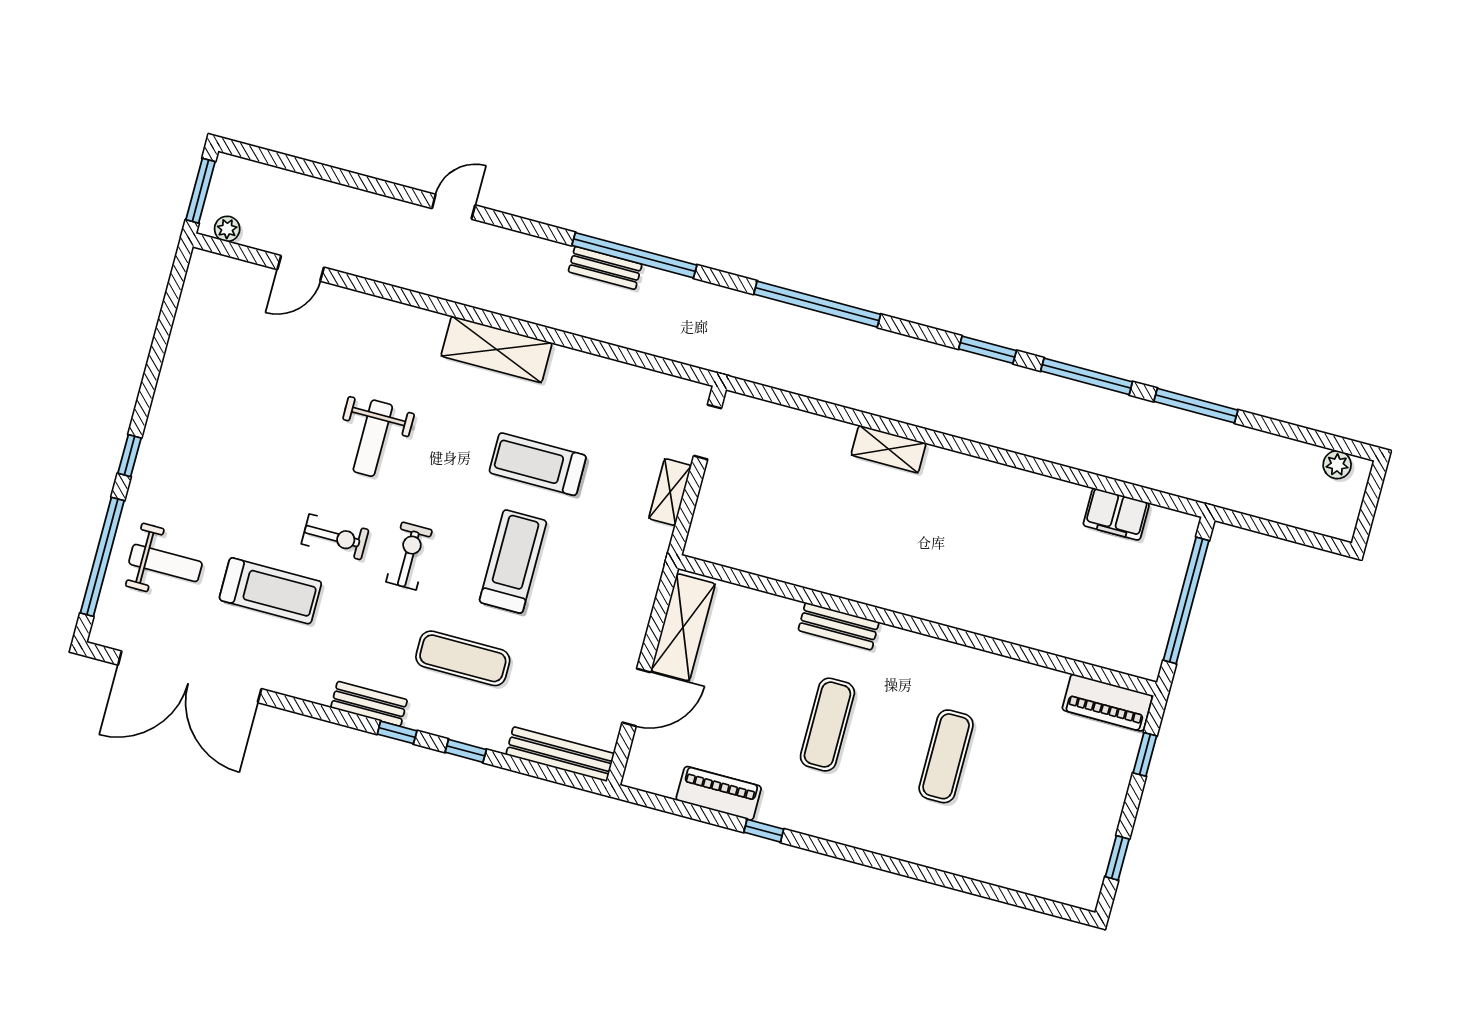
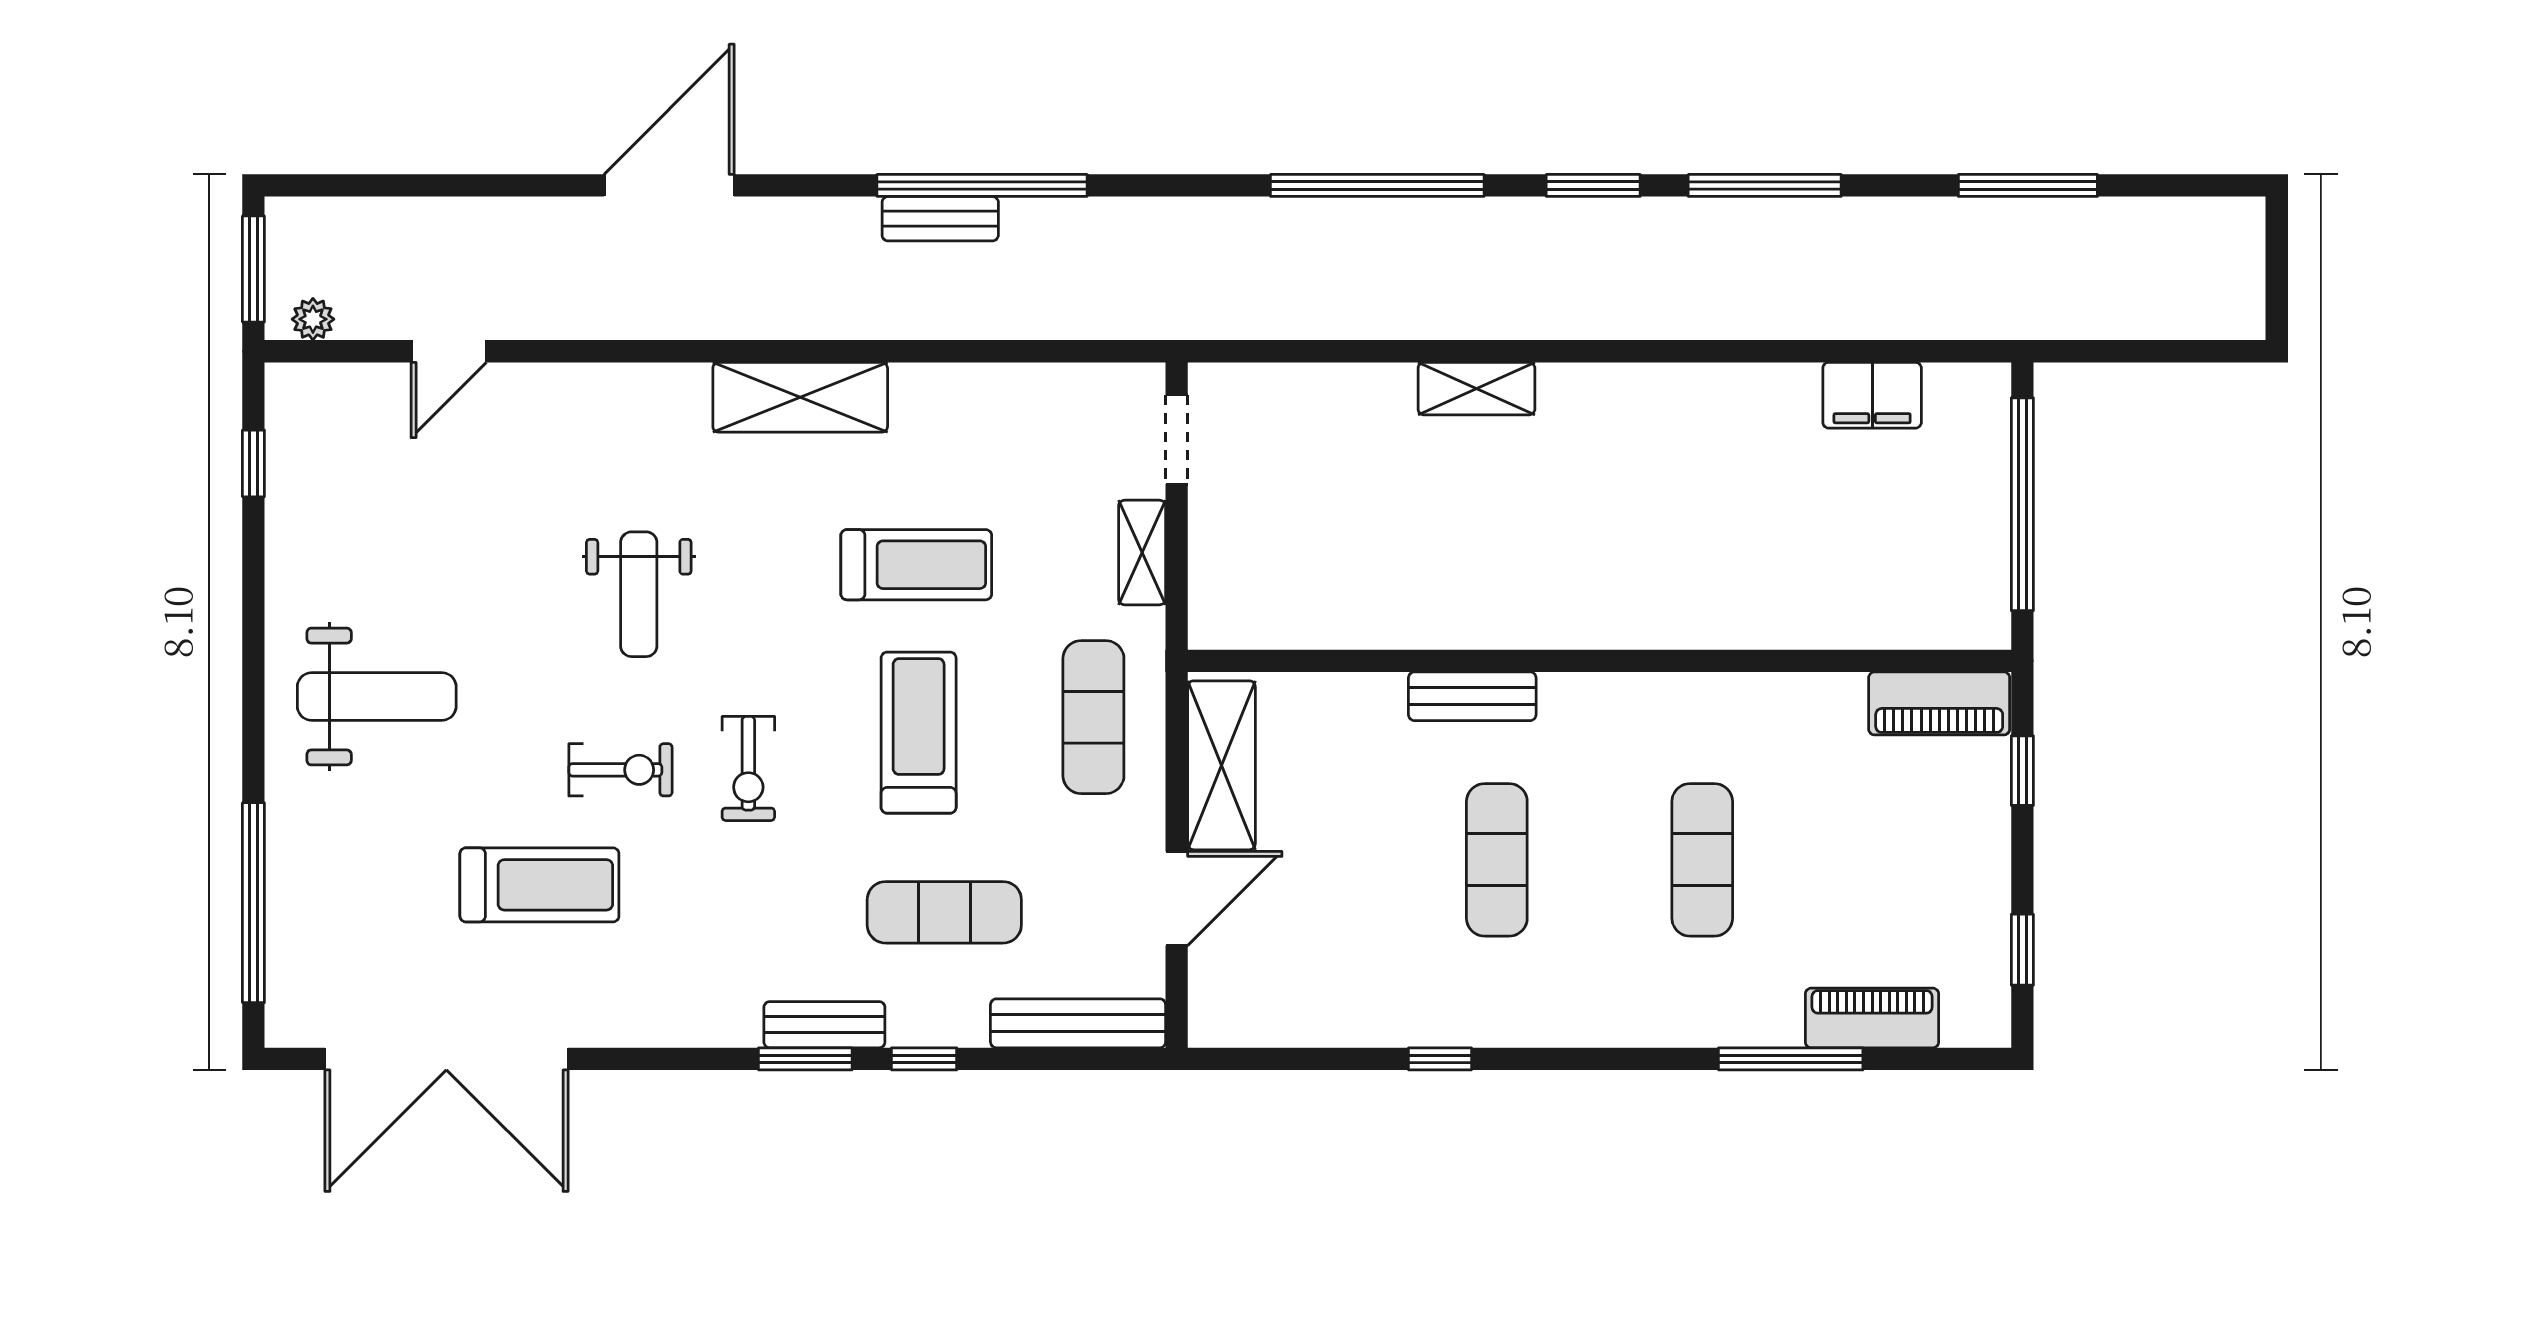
door: (454, 207) -> (669, 185), width x1.88
window: (817, 304) -> (1377, 185), moved
window: (1196, 406) -> (2028, 185), moved
window: (129, 456) -> (253, 463), moved
treadmill: (538, 464) -> (916, 565), turned 180
plant: (1337, 465) -> (2208, 220), removed
exercise bike: (409, 556) -> (748, 768), turned 180
weight bench: (165, 563) -> (377, 696), moved, width x1.36, depth x1.33
exercise mat: (616, 580) -> (1093, 717), added
exercise mat: (463, 658) -> (944, 912), moved
bench: (369, 704) -> (824, 1025), moved
window: (397, 732) -> (805, 1059), width x1.50
piano: (719, 793) -> (1872, 1018), moved
window: (966, 885) -> (1791, 1059), added

